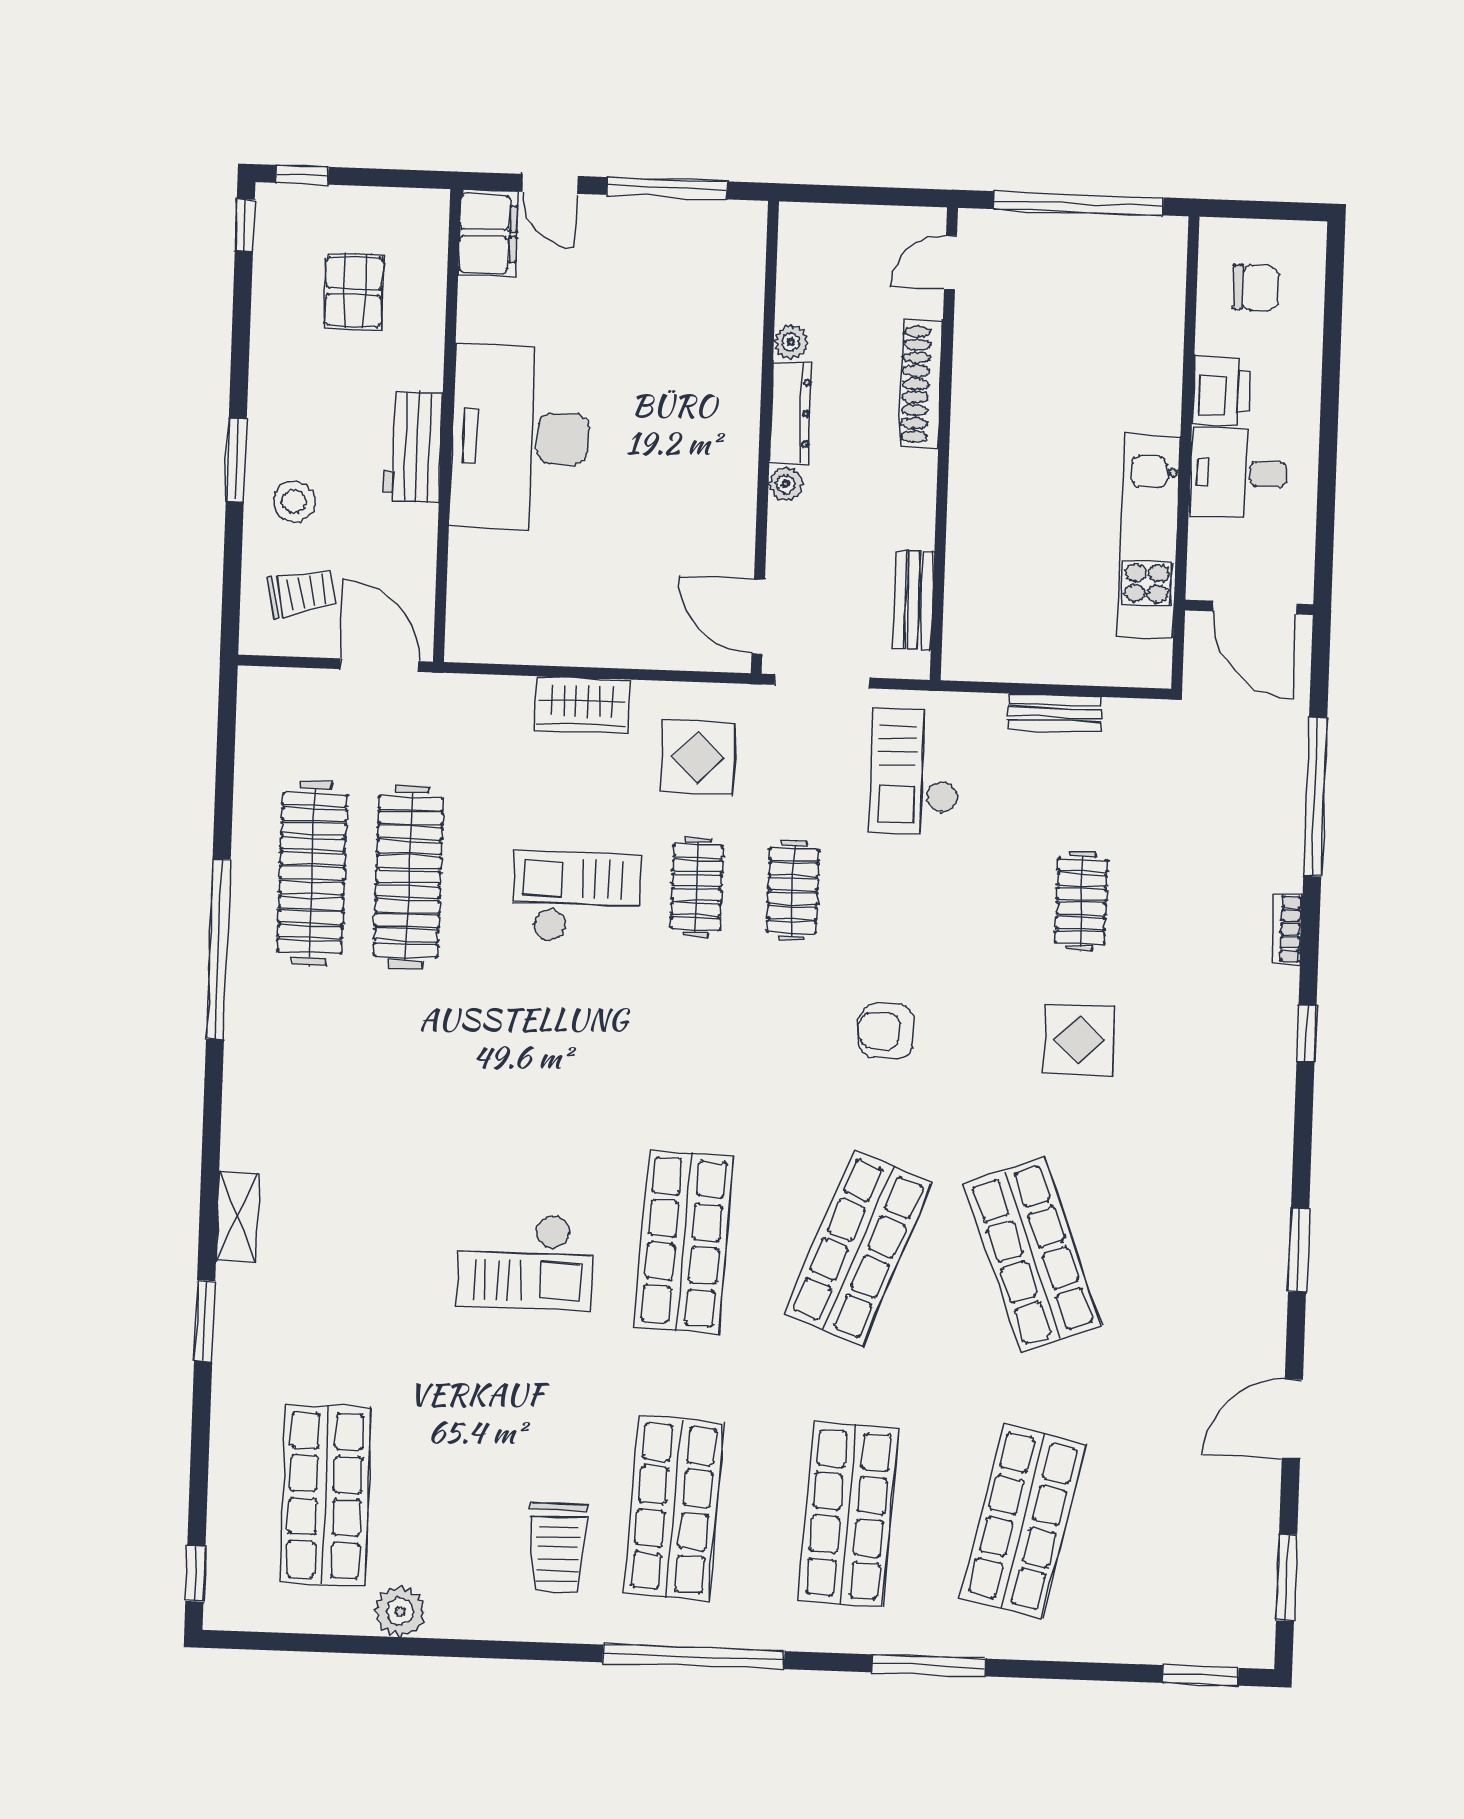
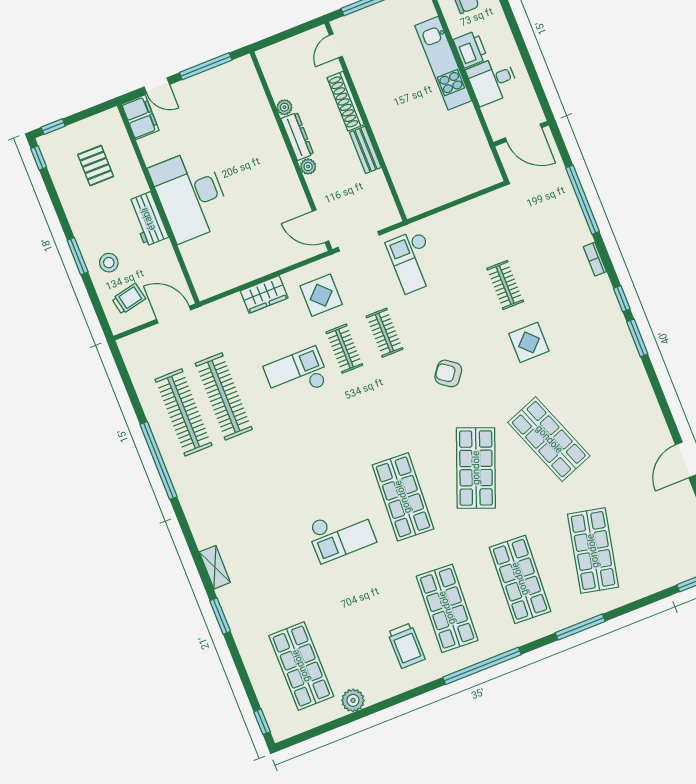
kitchen unit: (1148, 537) -> (443, 63), moved
bench: (914, 600) -> (365, 150), moved
bench: (1055, 713) -> (460, 212), removed
armchair: (886, 1031) -> (448, 373), turned 36
window: (1299, 1250) -> (637, 338), moved

